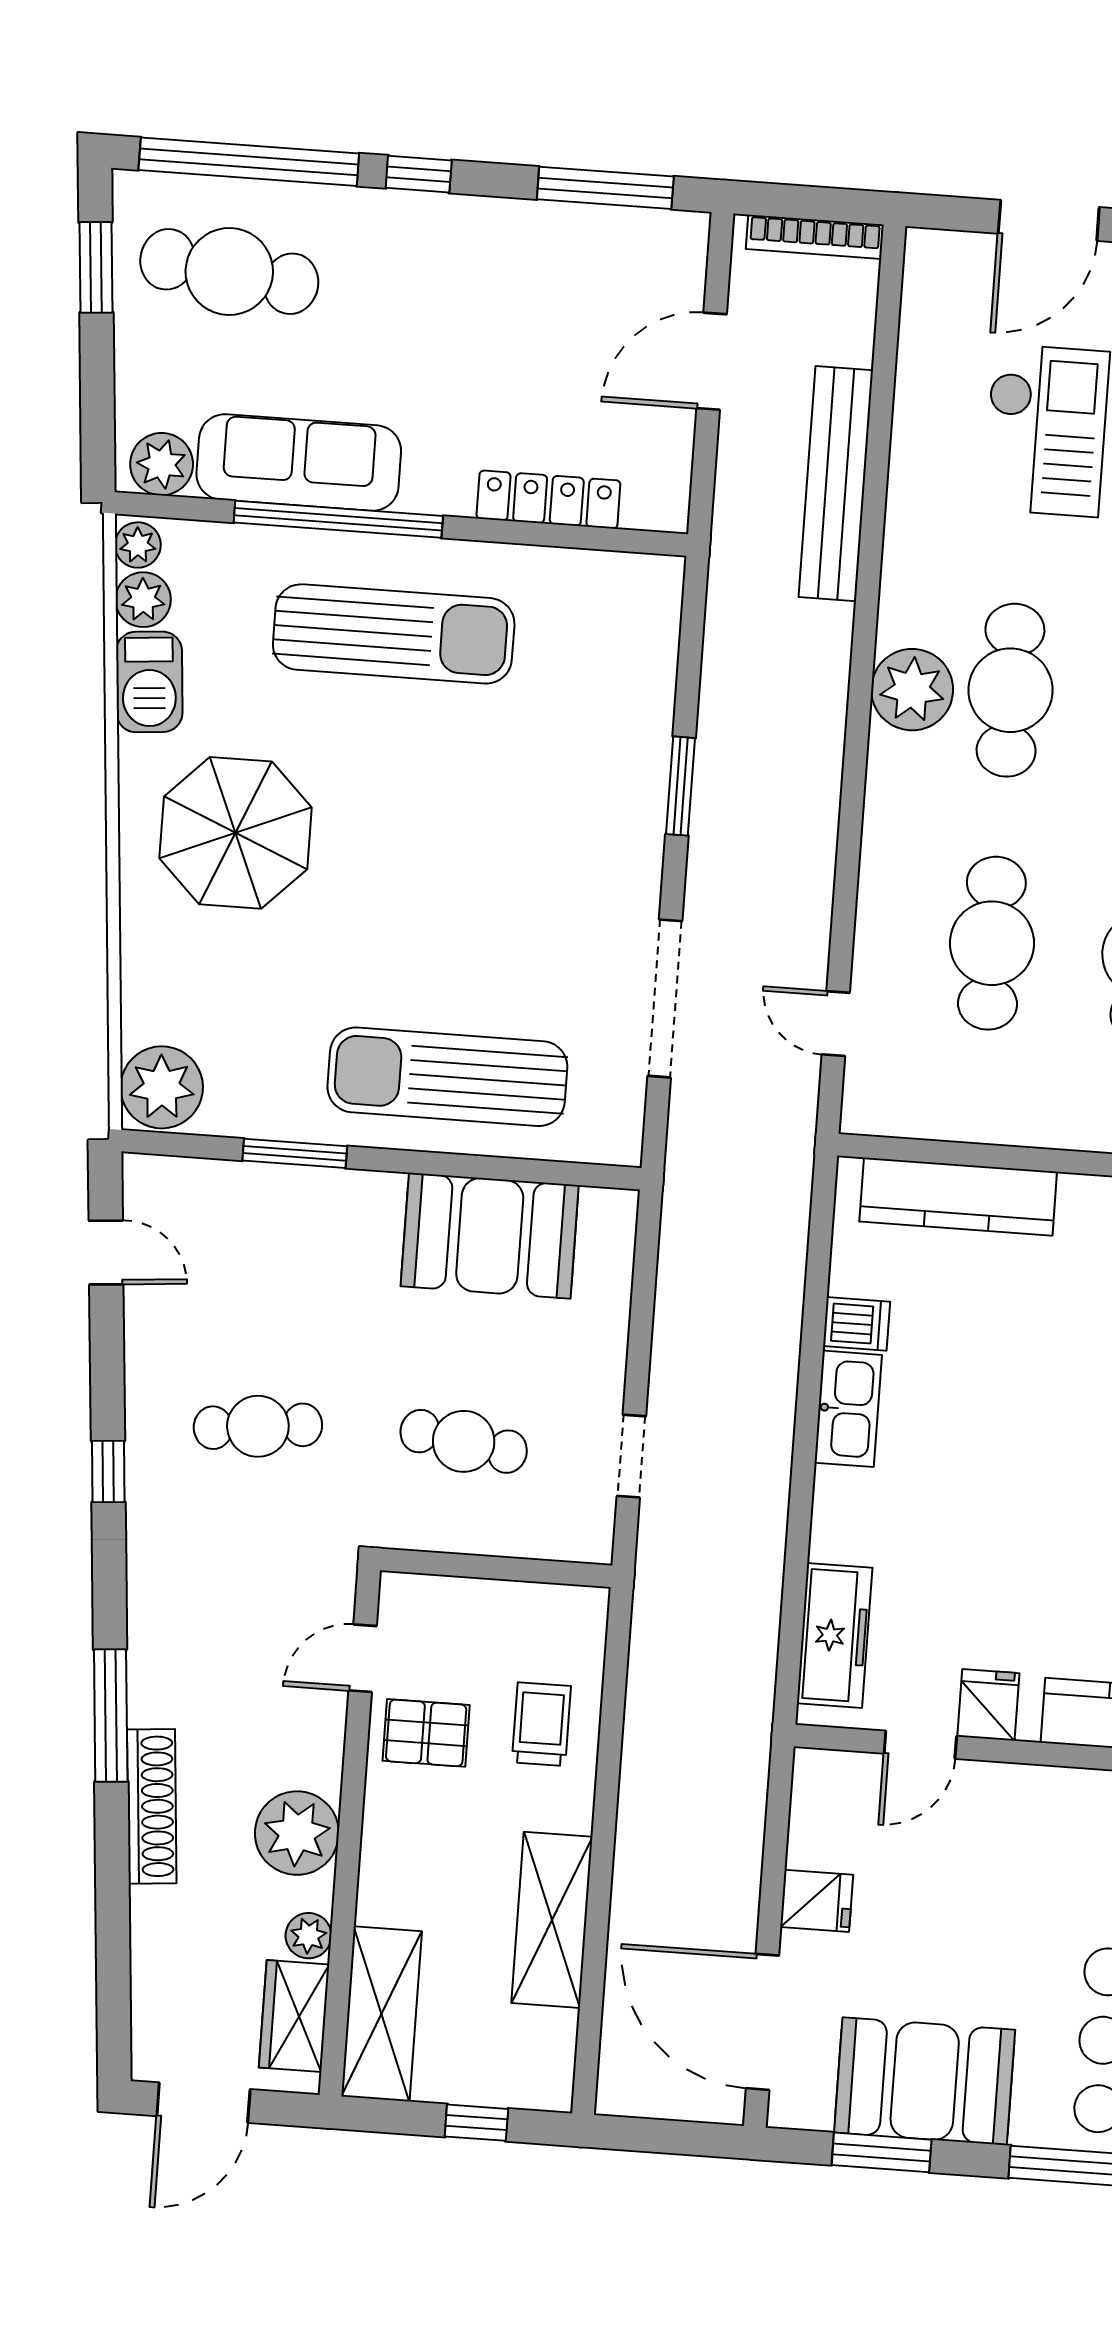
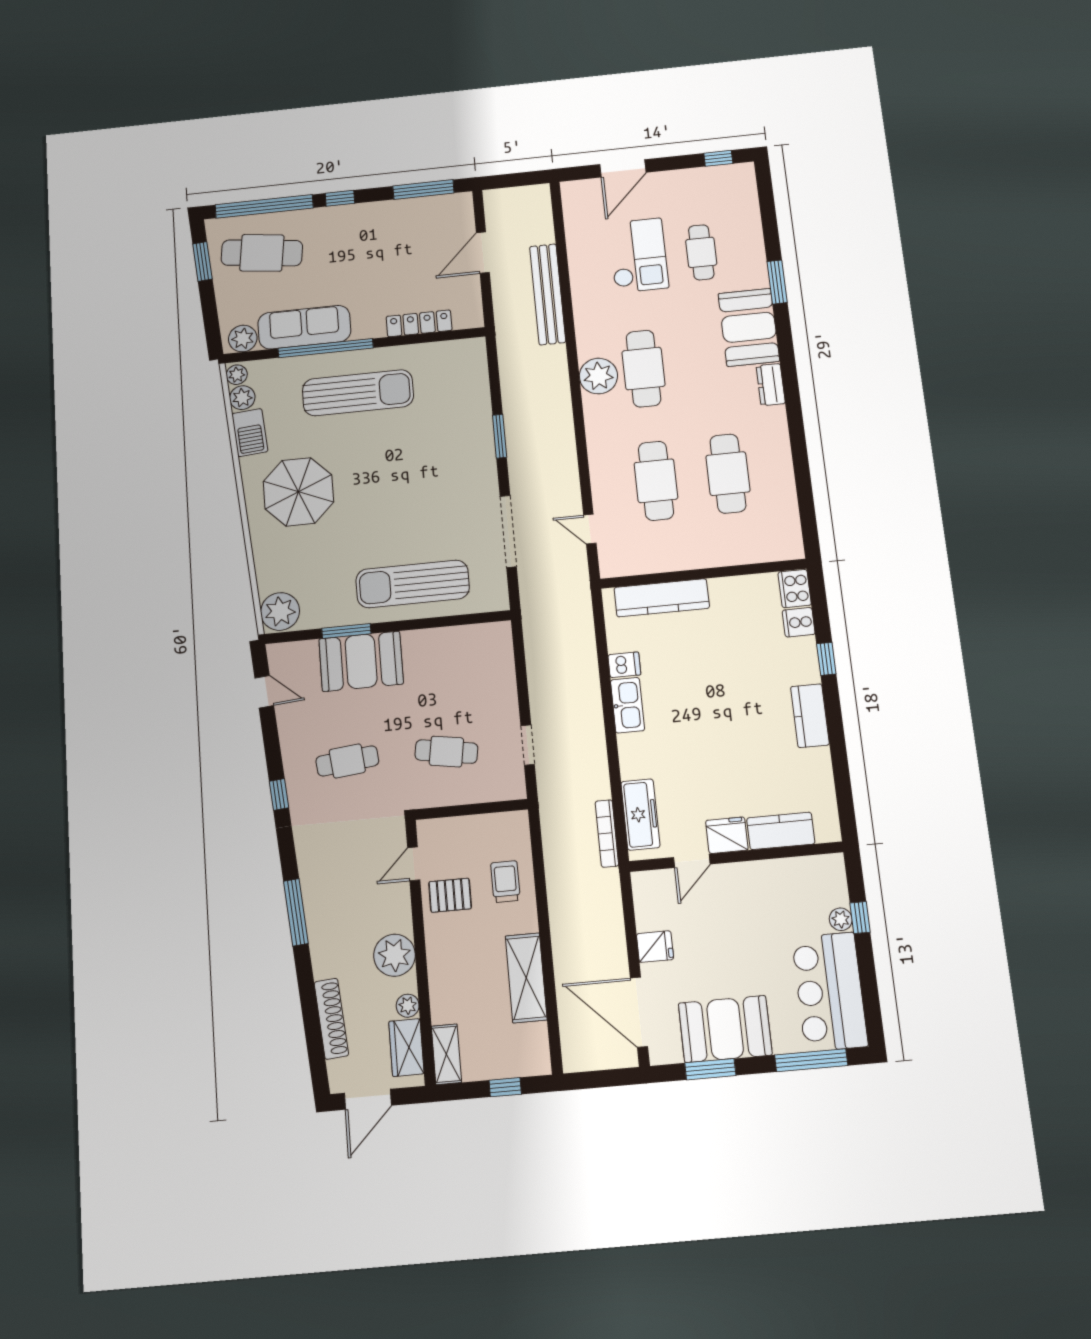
bookcase: (815, 237) -> (607, 833), moved, turned 90
booth: (490, 1236) -> (361, 661), moved
fridge: (988, 1705) -> (727, 835), width x1.38
shoe rack: (152, 1806) -> (331, 1019), moved
shelving: (382, 2014) -> (446, 1054), width x0.67, depth x0.75

